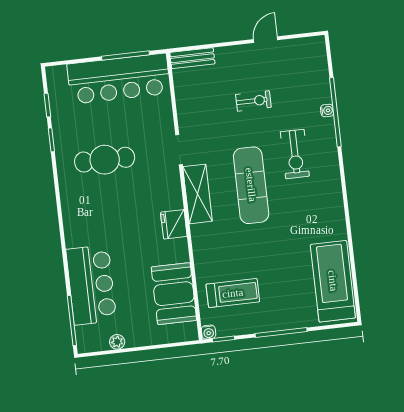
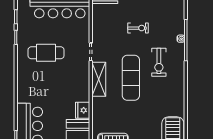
fridge: (174, 224) -> (83, 110), moved

